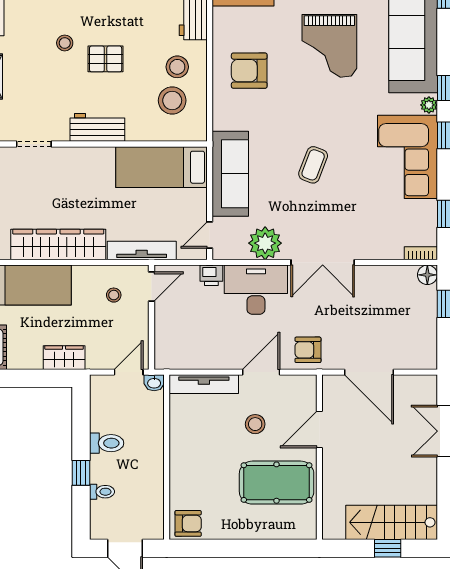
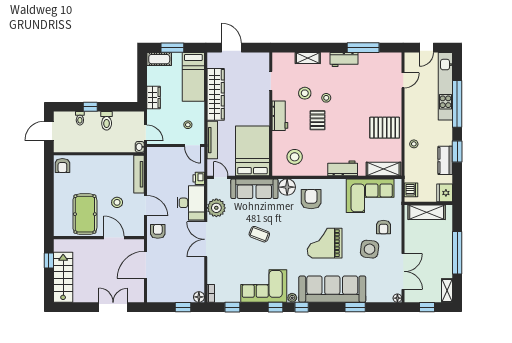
stool: (177, 67) -> (305, 93), moved
floor lamp: (227, 114) -> (287, 187), added
bed: (162, 167) -> (252, 151), width x1.50
window: (388, 548) -> (49, 261), moved

